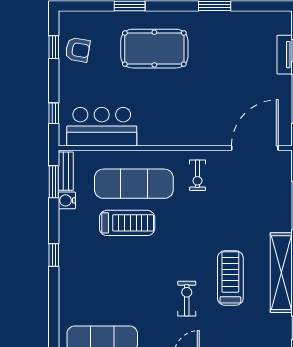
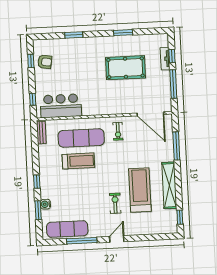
pool table: (154, 49) -> (125, 68), moved
door: (255, 148) -> (150, 114), swing flipped
window: (54, 182) -> (38, 210), moved
water cooler: (67, 200) -> (45, 204), moved
treadmill: (230, 278) -> (140, 190), width x1.37, depth x1.38

